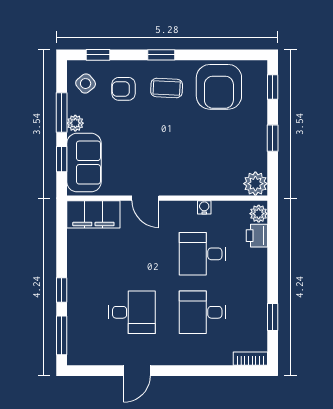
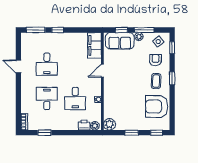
desk: (202, 254) -> (75, 98), turned 180

